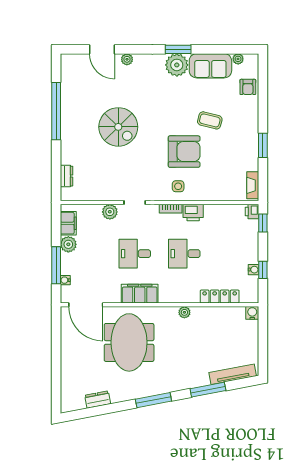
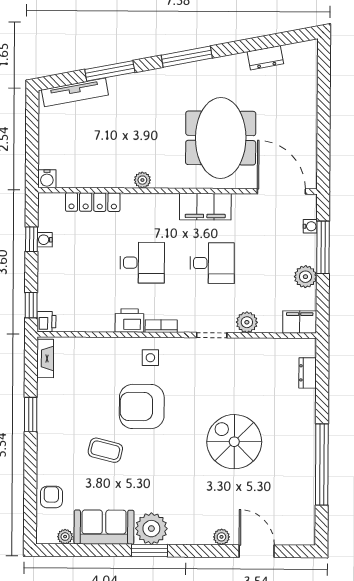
filing cabinet: (68, 223) -> (300, 322), moved, turned 90

